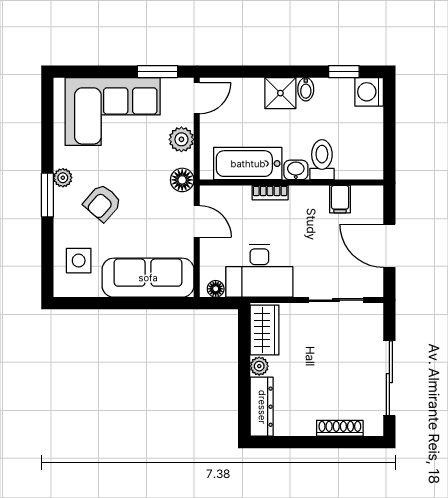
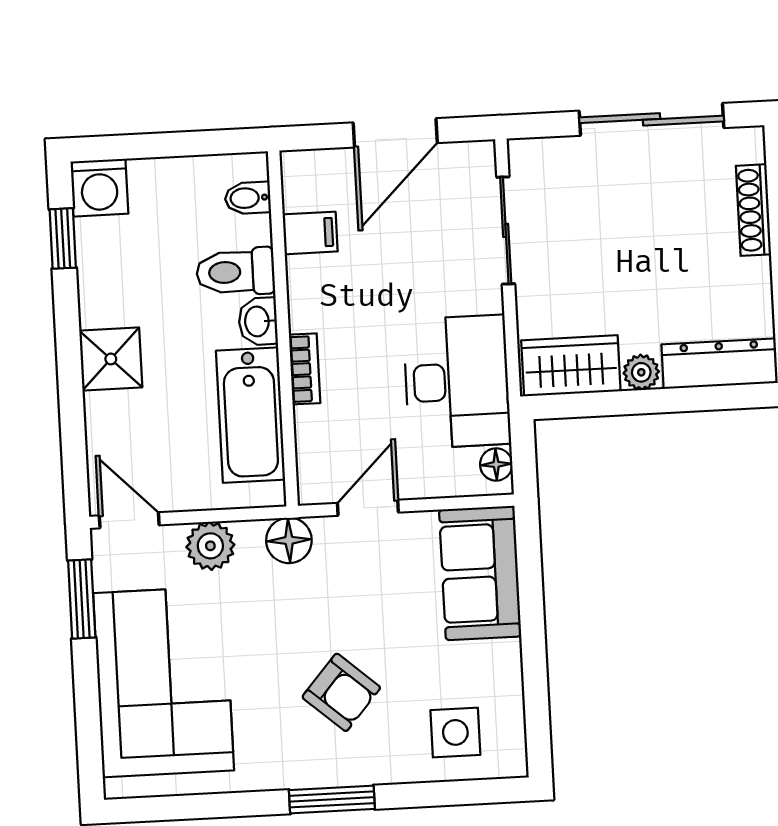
bidet: (306, 89) -> (248, 198), moved, turned 180
plant: (63, 178) -> (297, 772), removed
sofa: (148, 278) -> (480, 573), width x0.73

